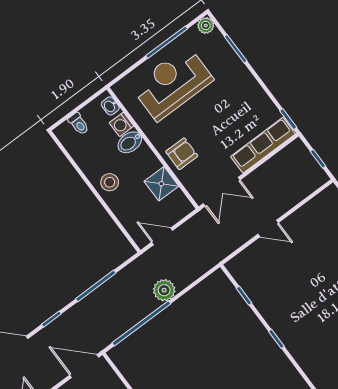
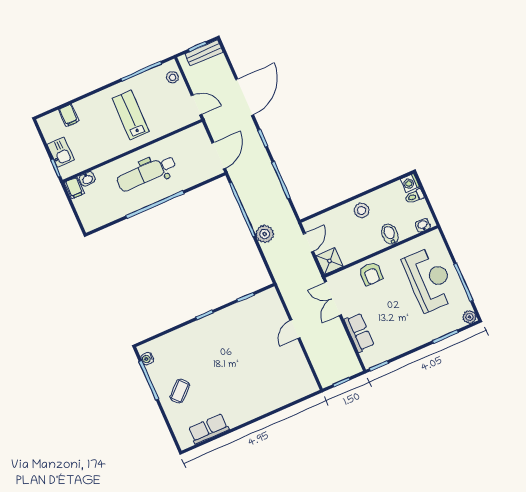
washing machine: (121, 124) -> (410, 183), moved, turned -90
row of seats: (263, 145) -> (359, 333), width x0.68
shower: (161, 184) -> (329, 261), moved

